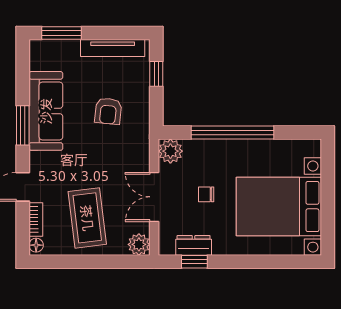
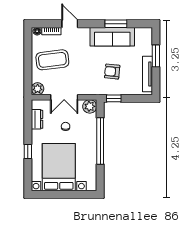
window: (61, 33) -> (156, 56), moved
window: (156, 74) -> (114, 98), moved
window: (23, 125) -> (116, 24), moved
double door: (154, 197) -> (64, 97), swing flipped
window: (194, 262) -> (28, 152), moved

